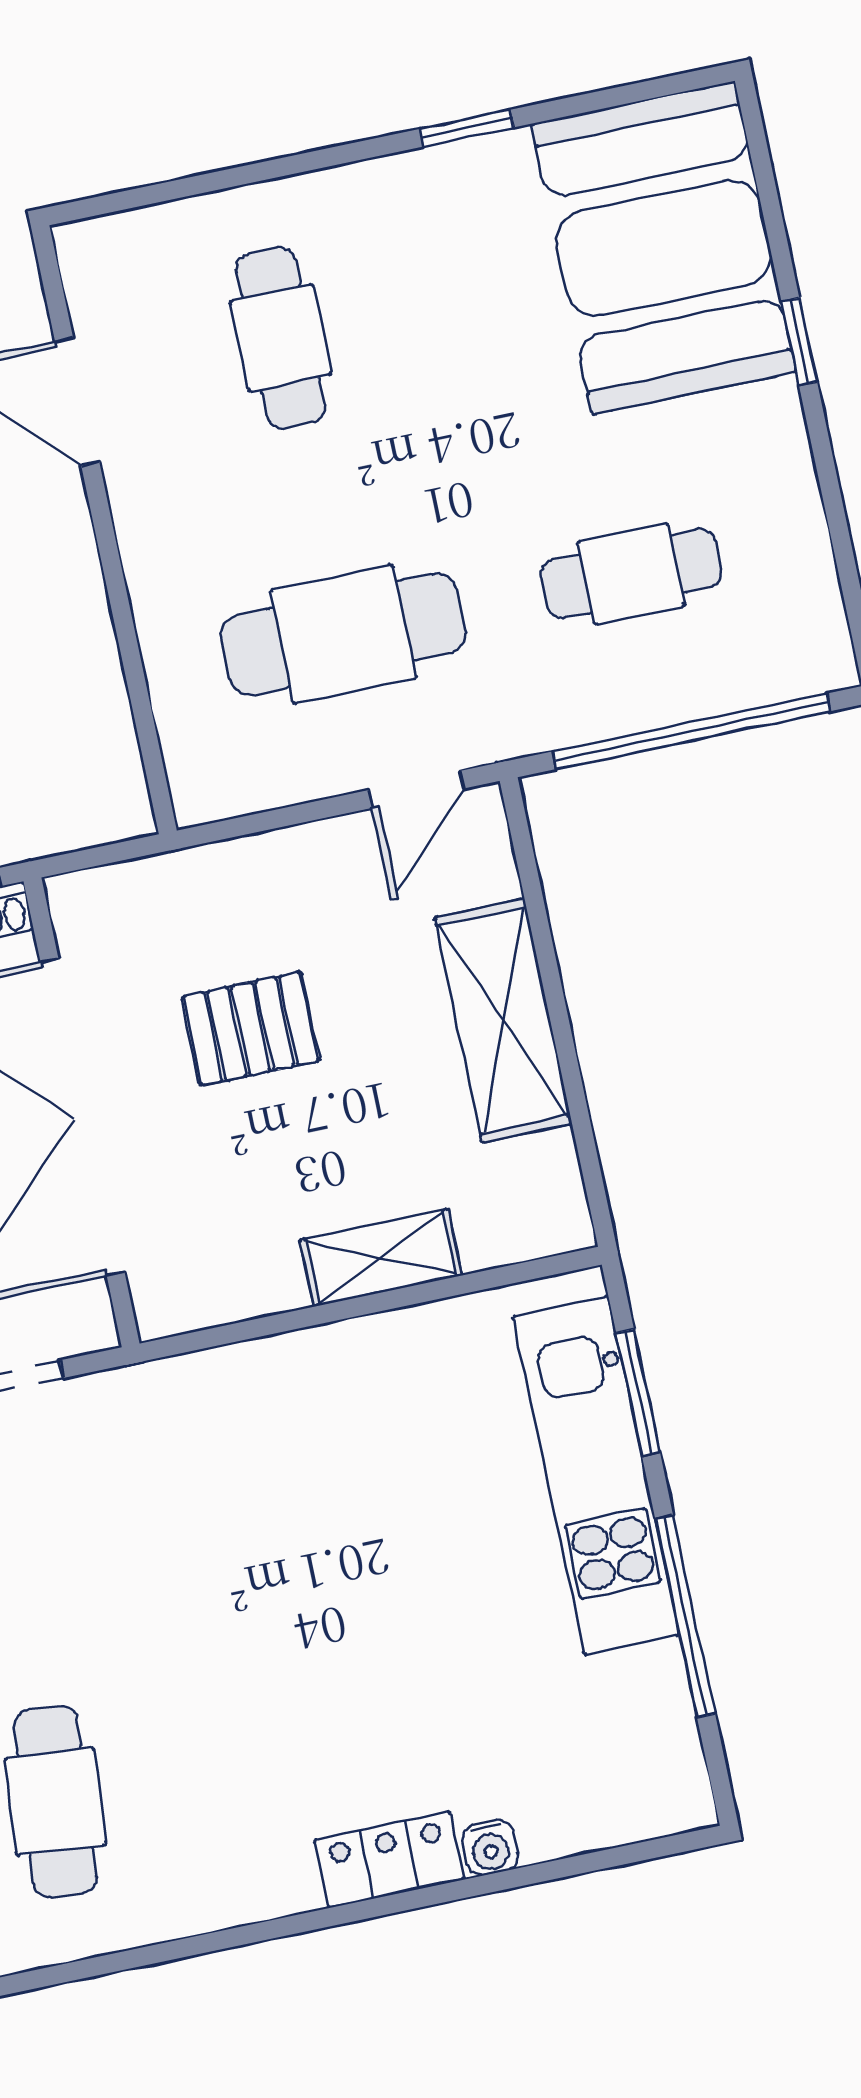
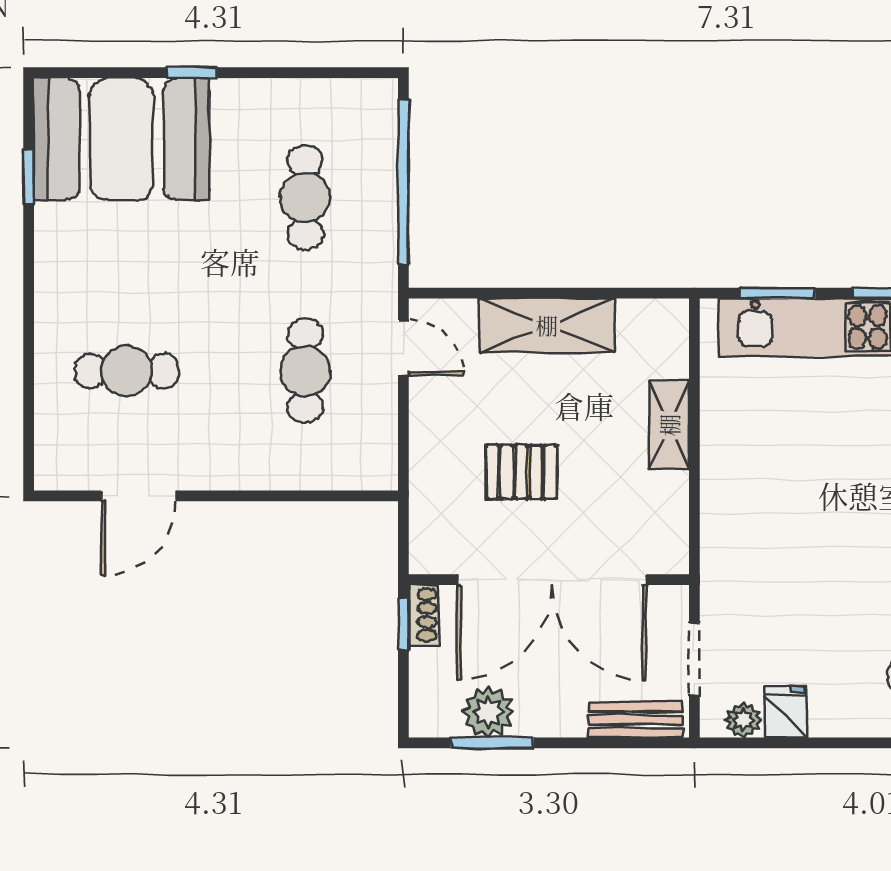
window: (467, 128) -> (29, 177), moved
cafe table: (343, 634) -> (305, 371), width x0.73, depth x0.74
pallet: (251, 1029) -> (521, 472), turned 90

